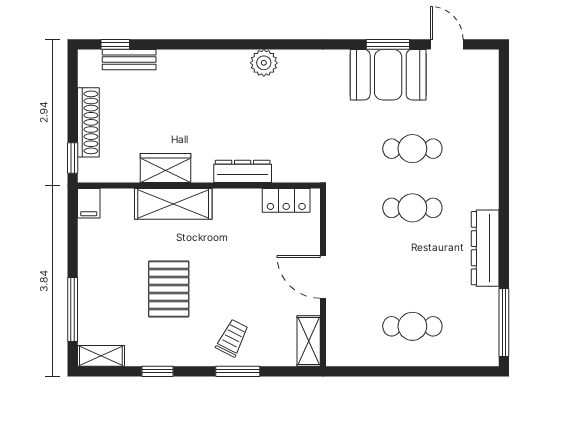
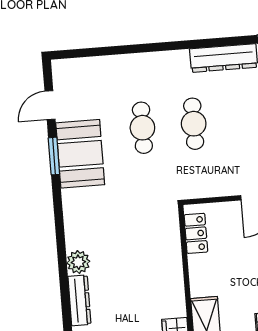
dresser: (243, 171) -> (79, 300), moved, turned 180

